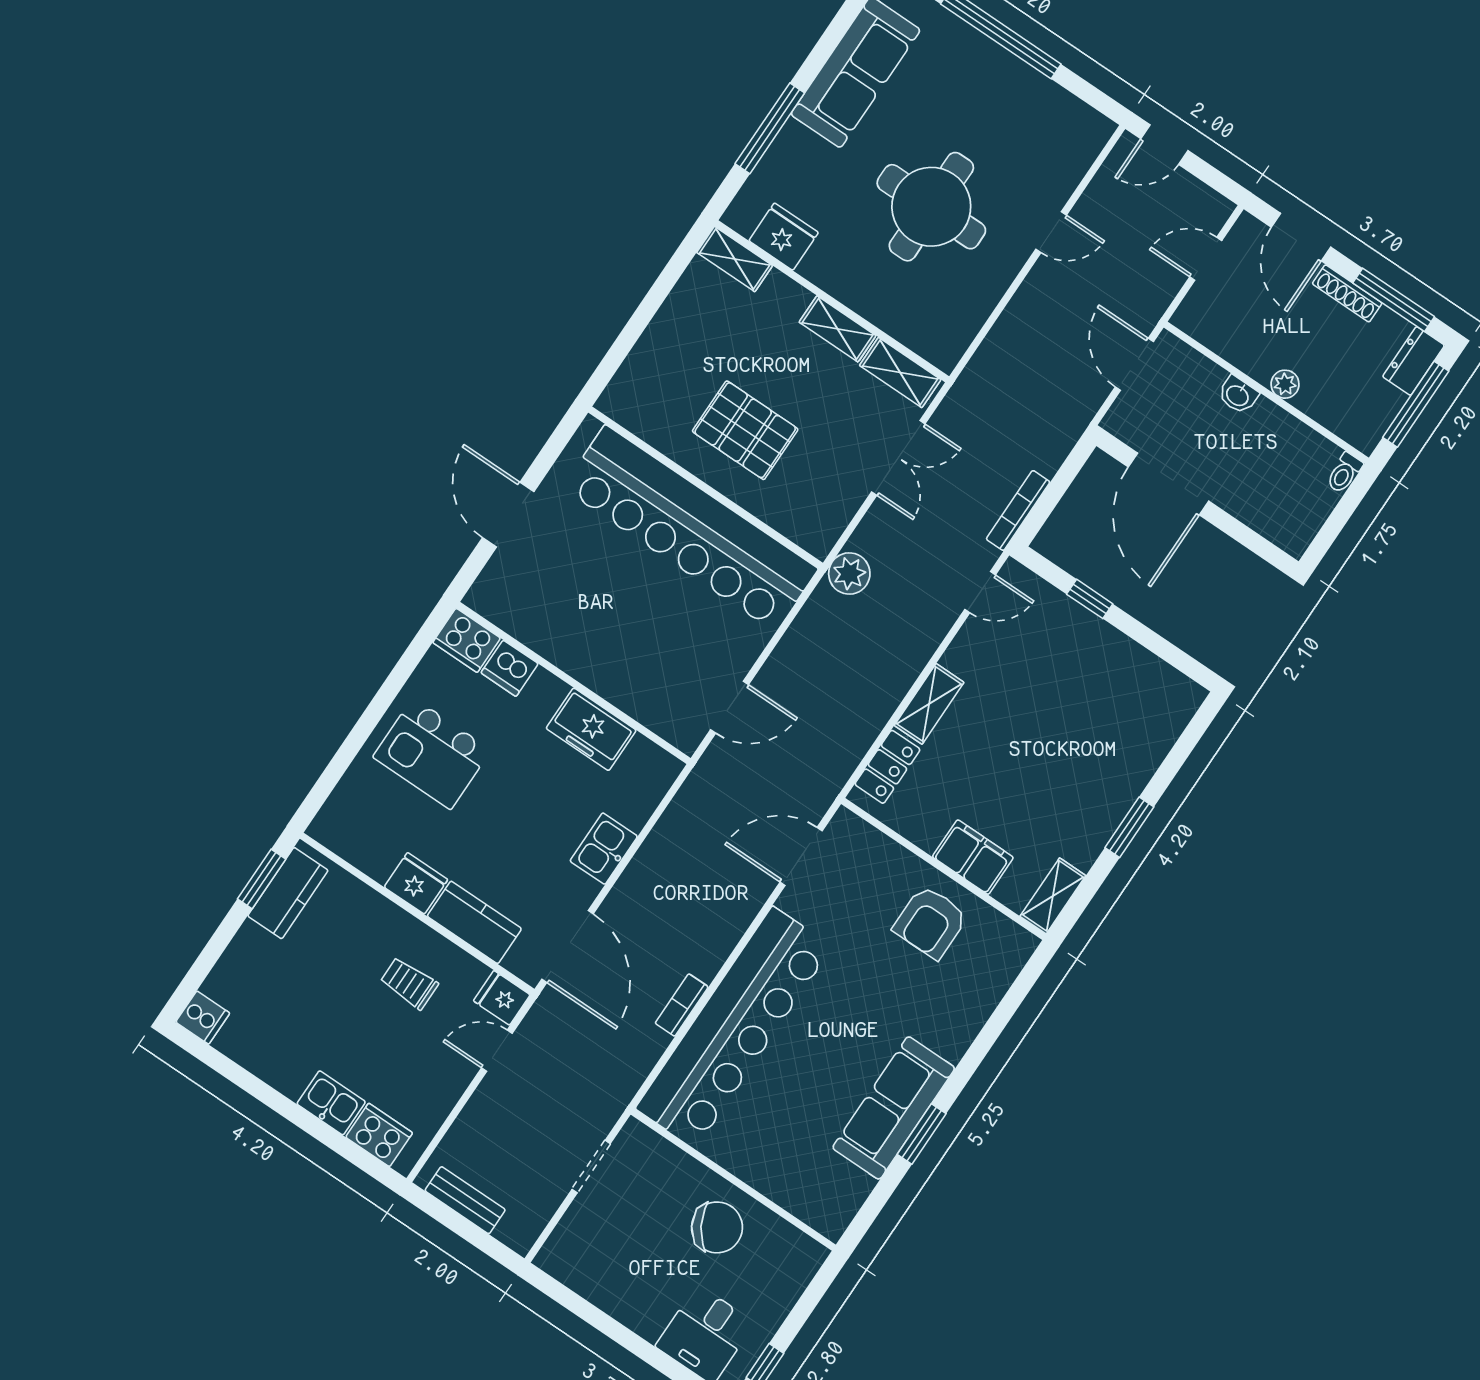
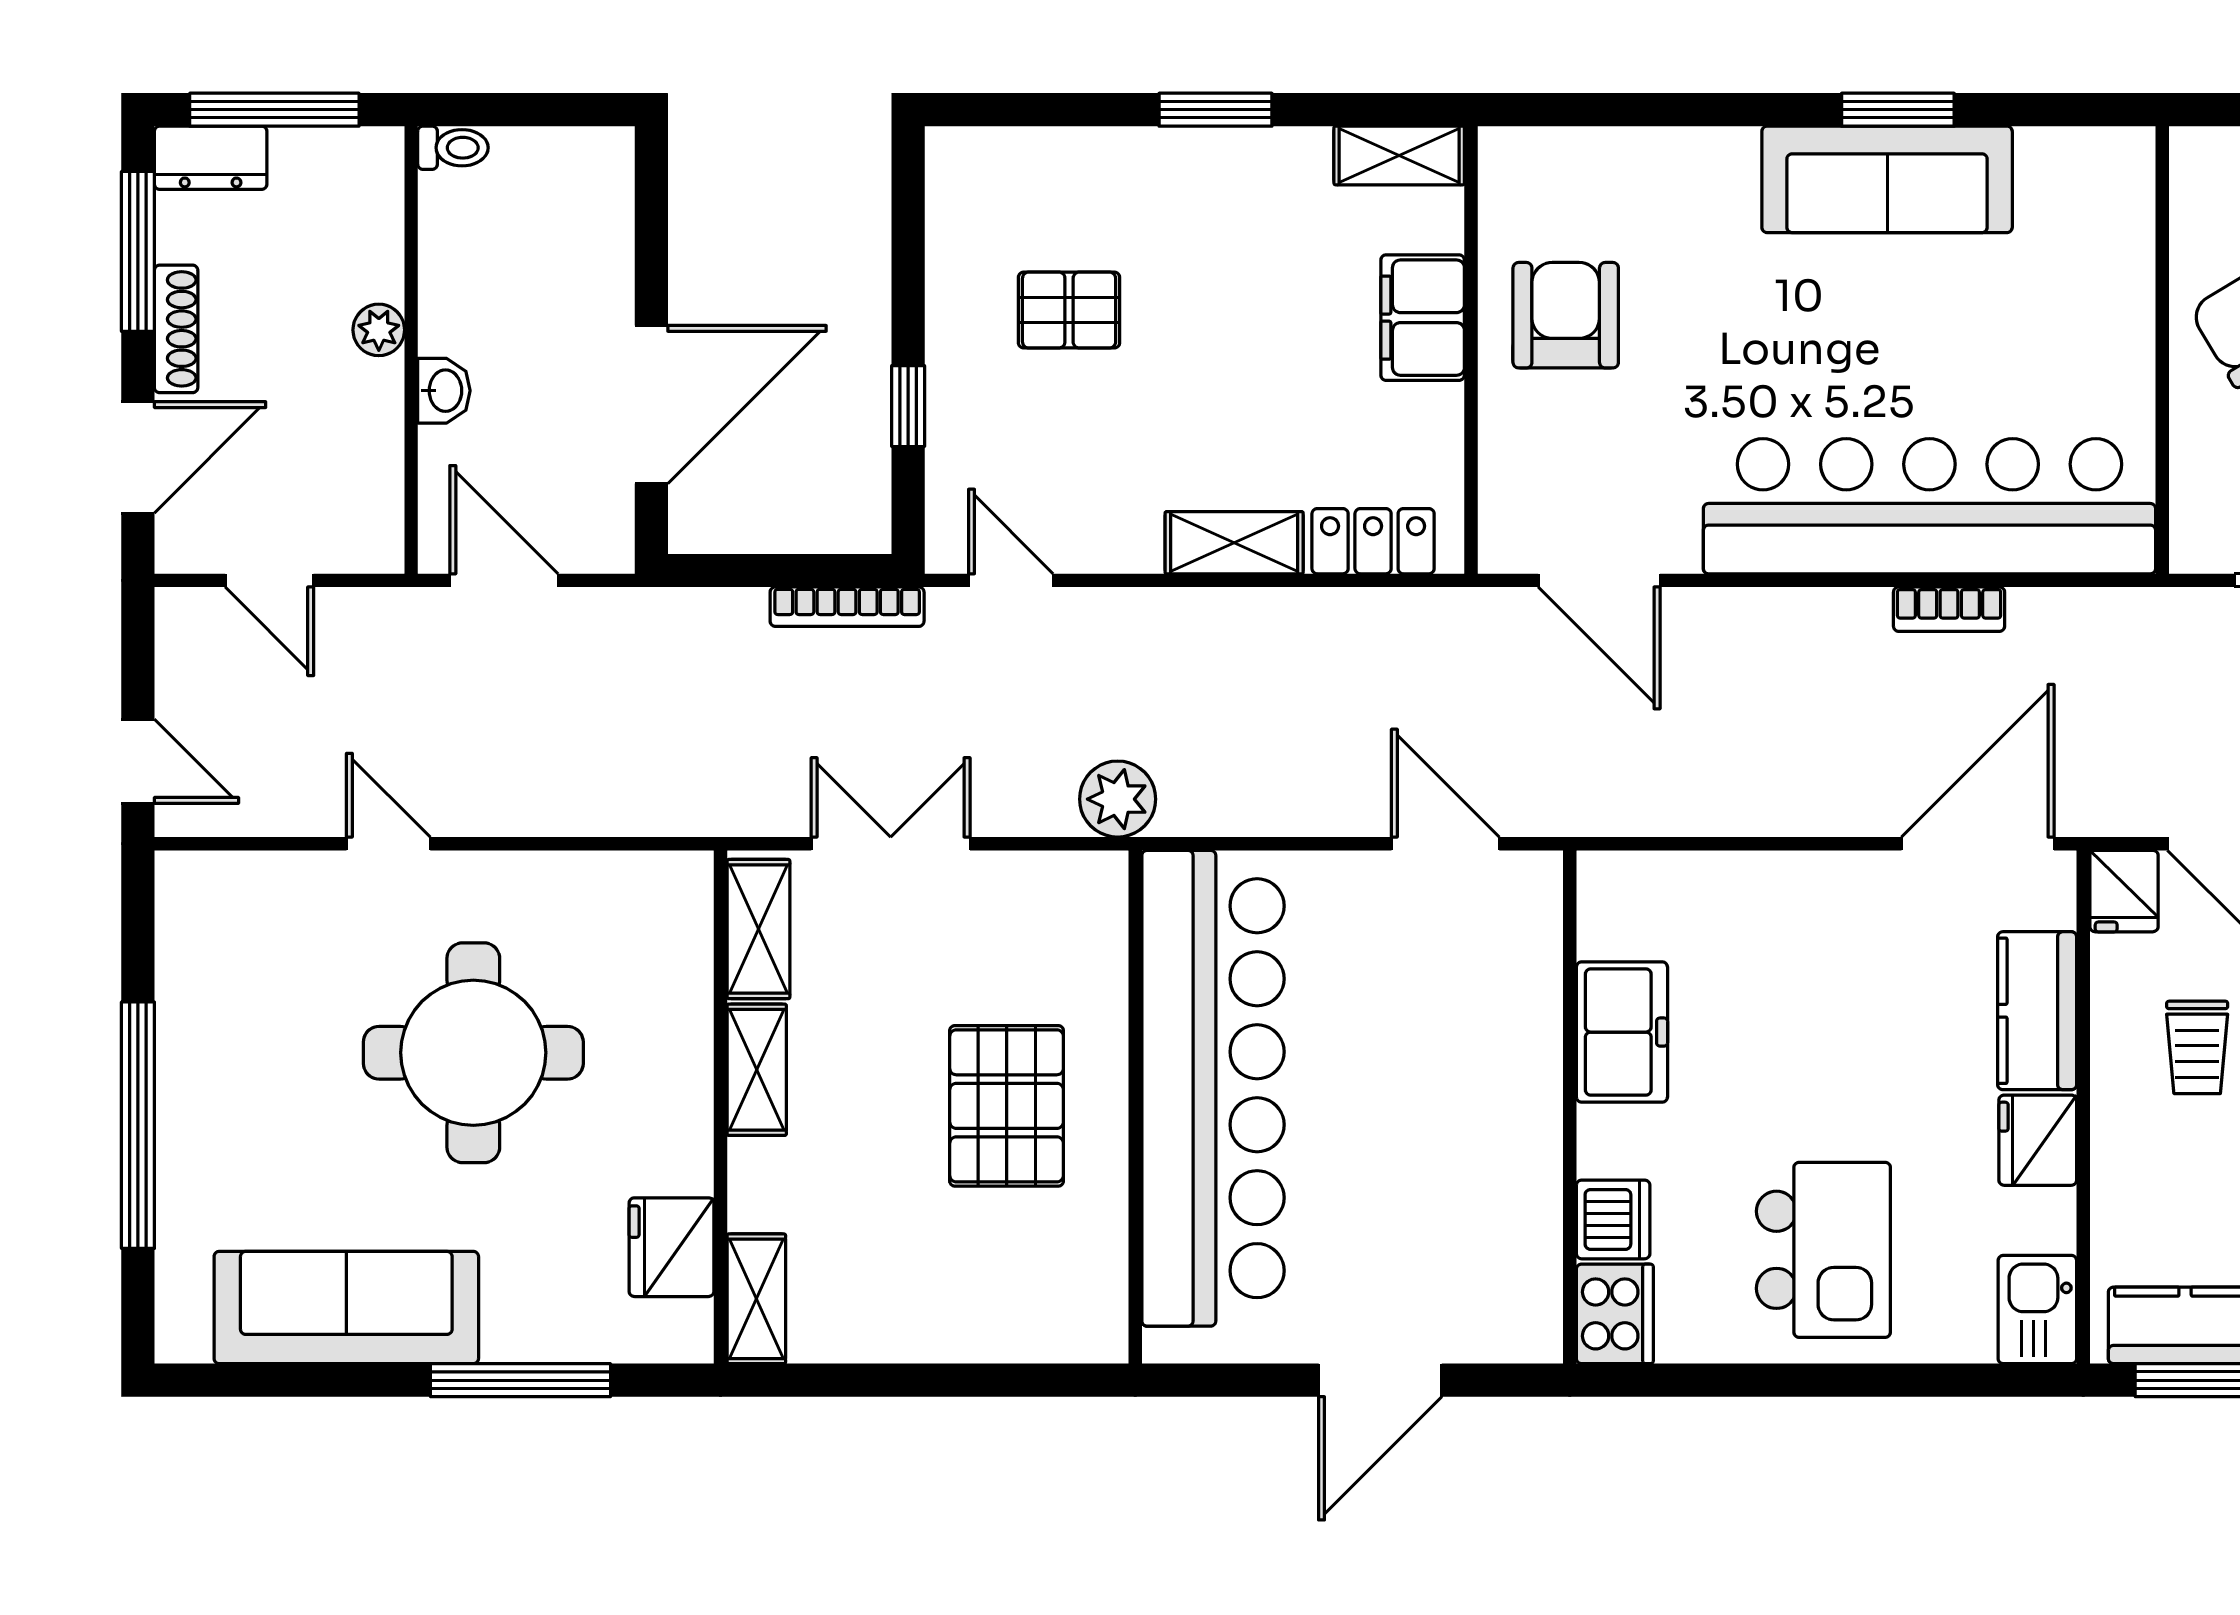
door: (1134, 364) -> (504, 580), swing flipped
pallet: (1084, 700) -> (1069, 310), added
kitchen sink: (604, 849) -> (2037, 1310), moved, turned 90
armchair: (930, 922) -> (1566, 315), turned -90

